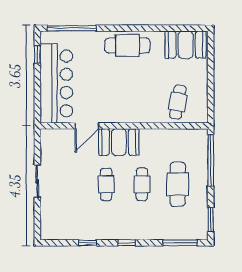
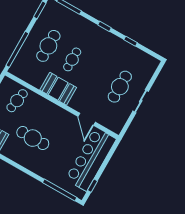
cafe table: (127, 46) -> (33, 138), moved
door: (87, 126) -> (87, 119), swing flipped
booth: (119, 142) -> (58, 89), moved
cafe table: (106, 184) -> (120, 87), moved, width x1.37, depth x1.35

